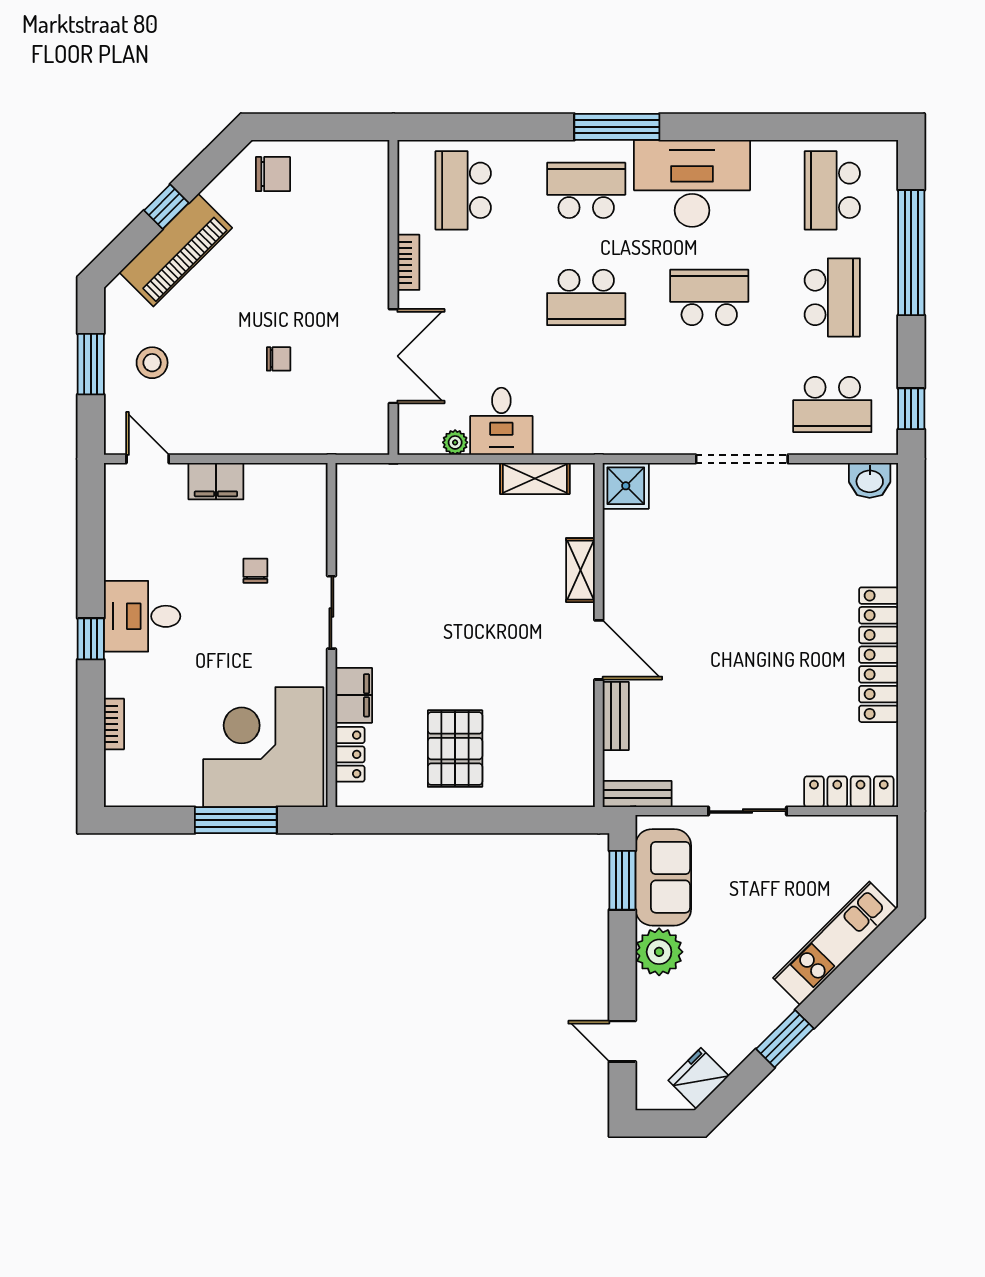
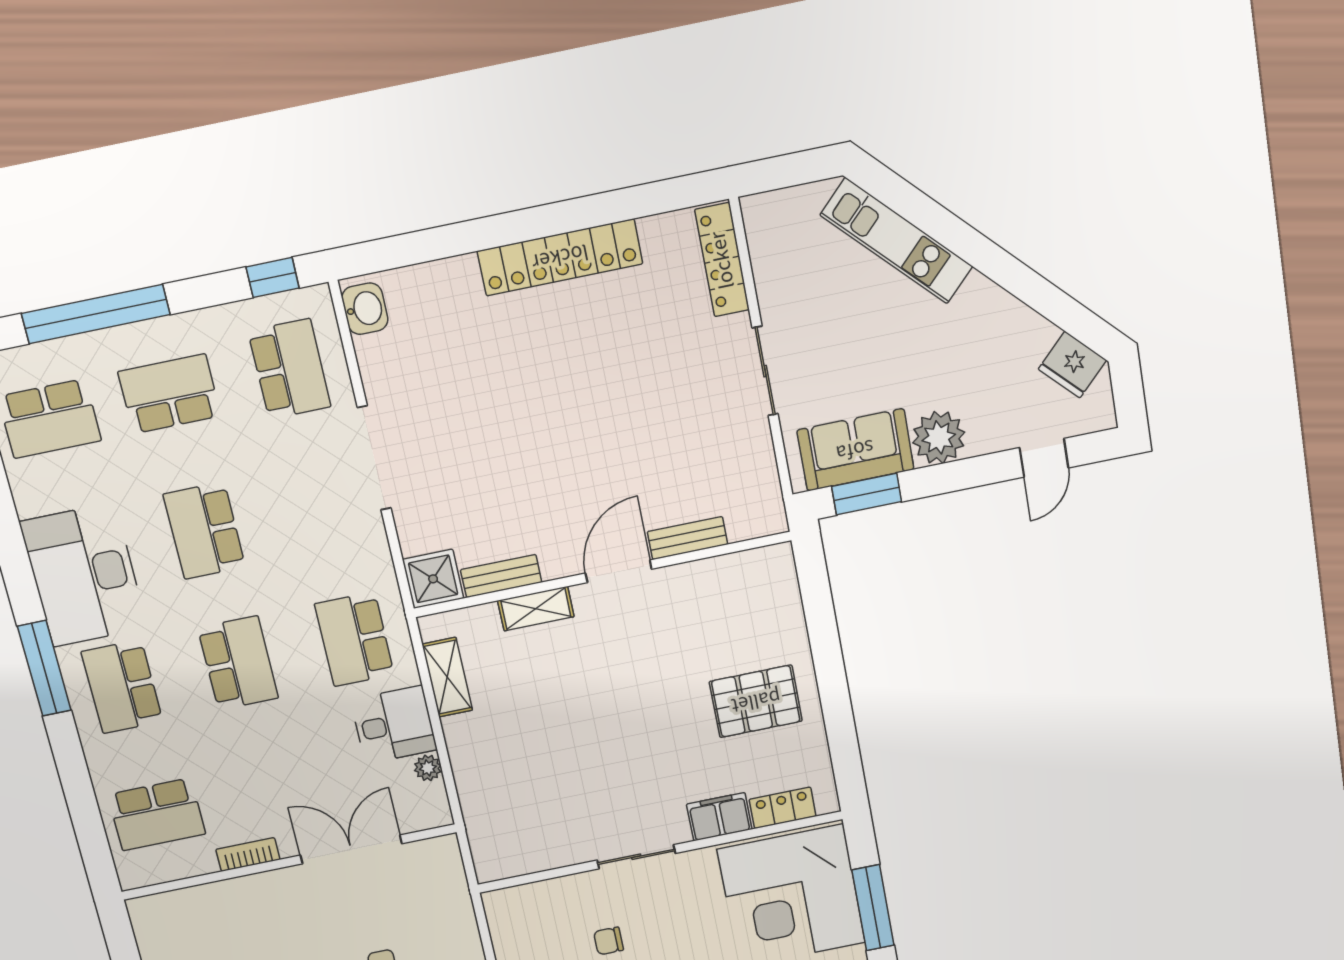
school desk: (586, 405) -> (354, 639), added
bench: (637, 794) -> (501, 576), moved, turned 90
window: (785, 1039) -> (1014, 276), removed

